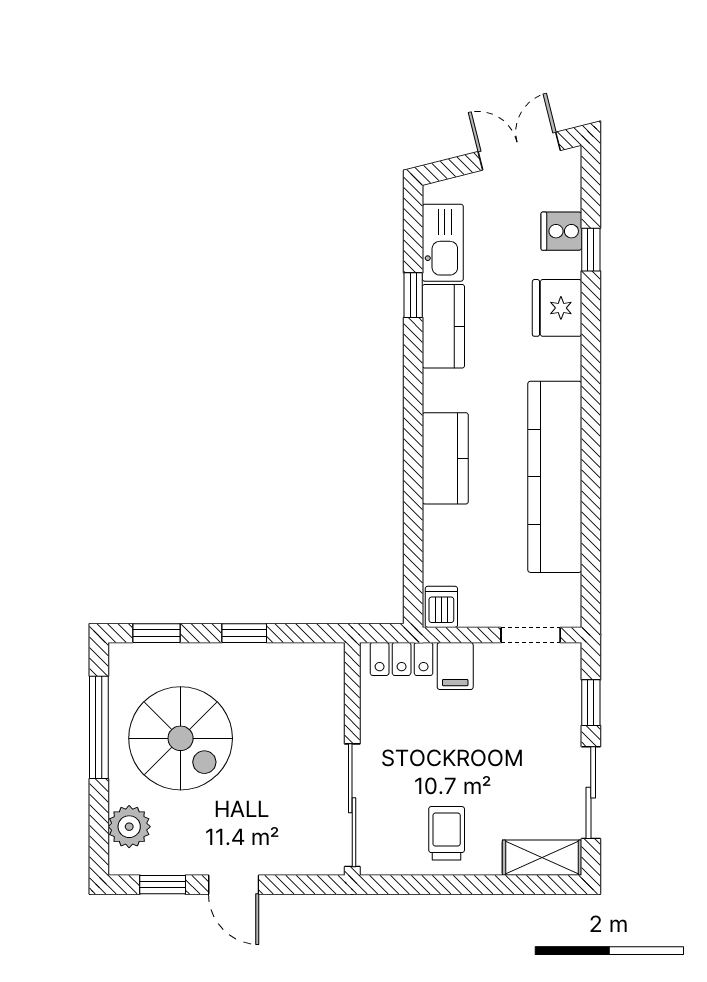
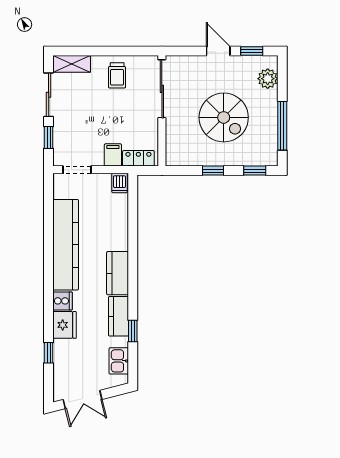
cooker: (561, 231) -> (63, 301), moved
kitchen sink: (443, 243) -> (119, 361), width x0.73
kitchen counter: (445, 458) -> (118, 273), moved
spiral stairs: (181, 738) -> (224, 117), moved, turned 180

